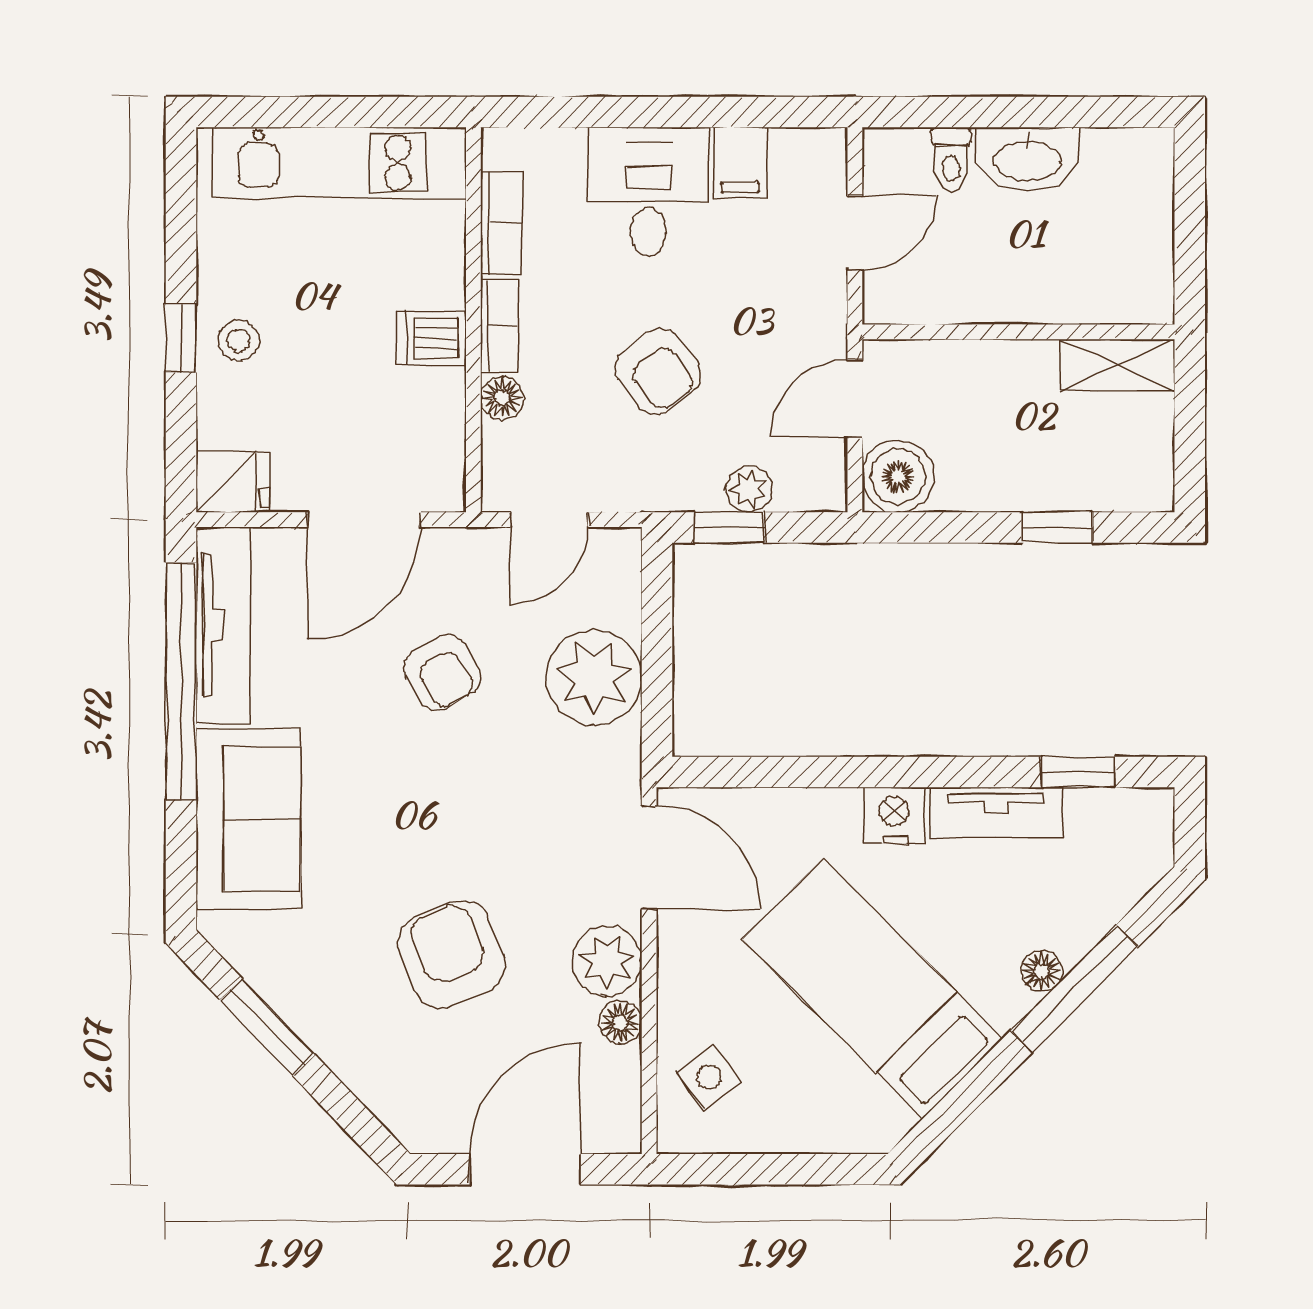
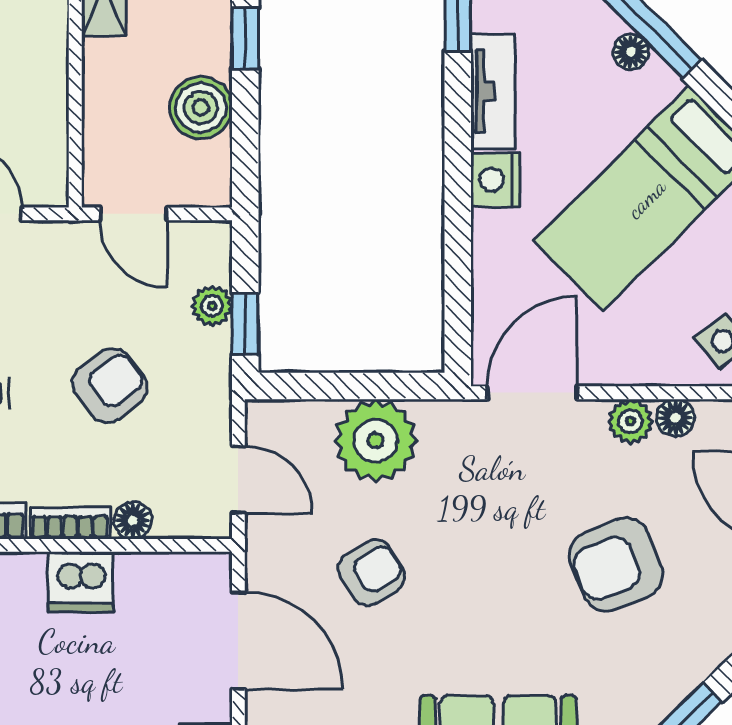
dishwasher: (431, 338) -> (81, 582), width x1.38
boiler: (898, 476) -> (201, 108), moved
plant: (607, 961) -> (630, 421), width x0.73, depth x0.73

